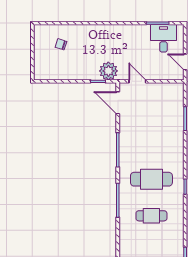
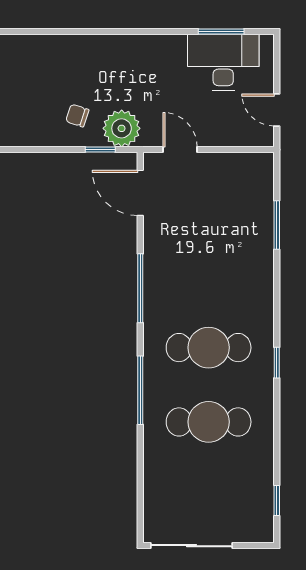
desk: (163, 38) -> (223, 62), width x1.37
chair: (61, 44) -> (77, 116), moved
cafe table: (151, 216) -> (209, 422), width x1.37, depth x1.35

